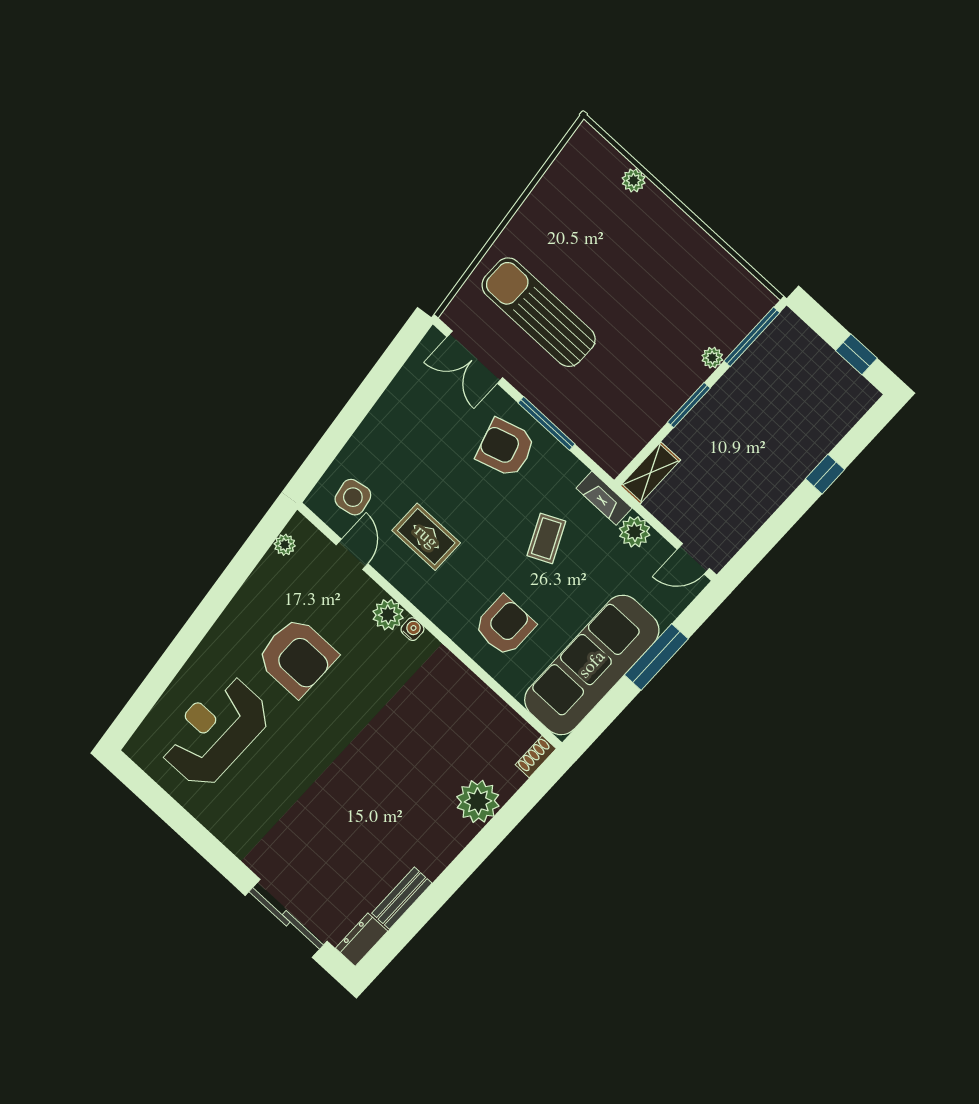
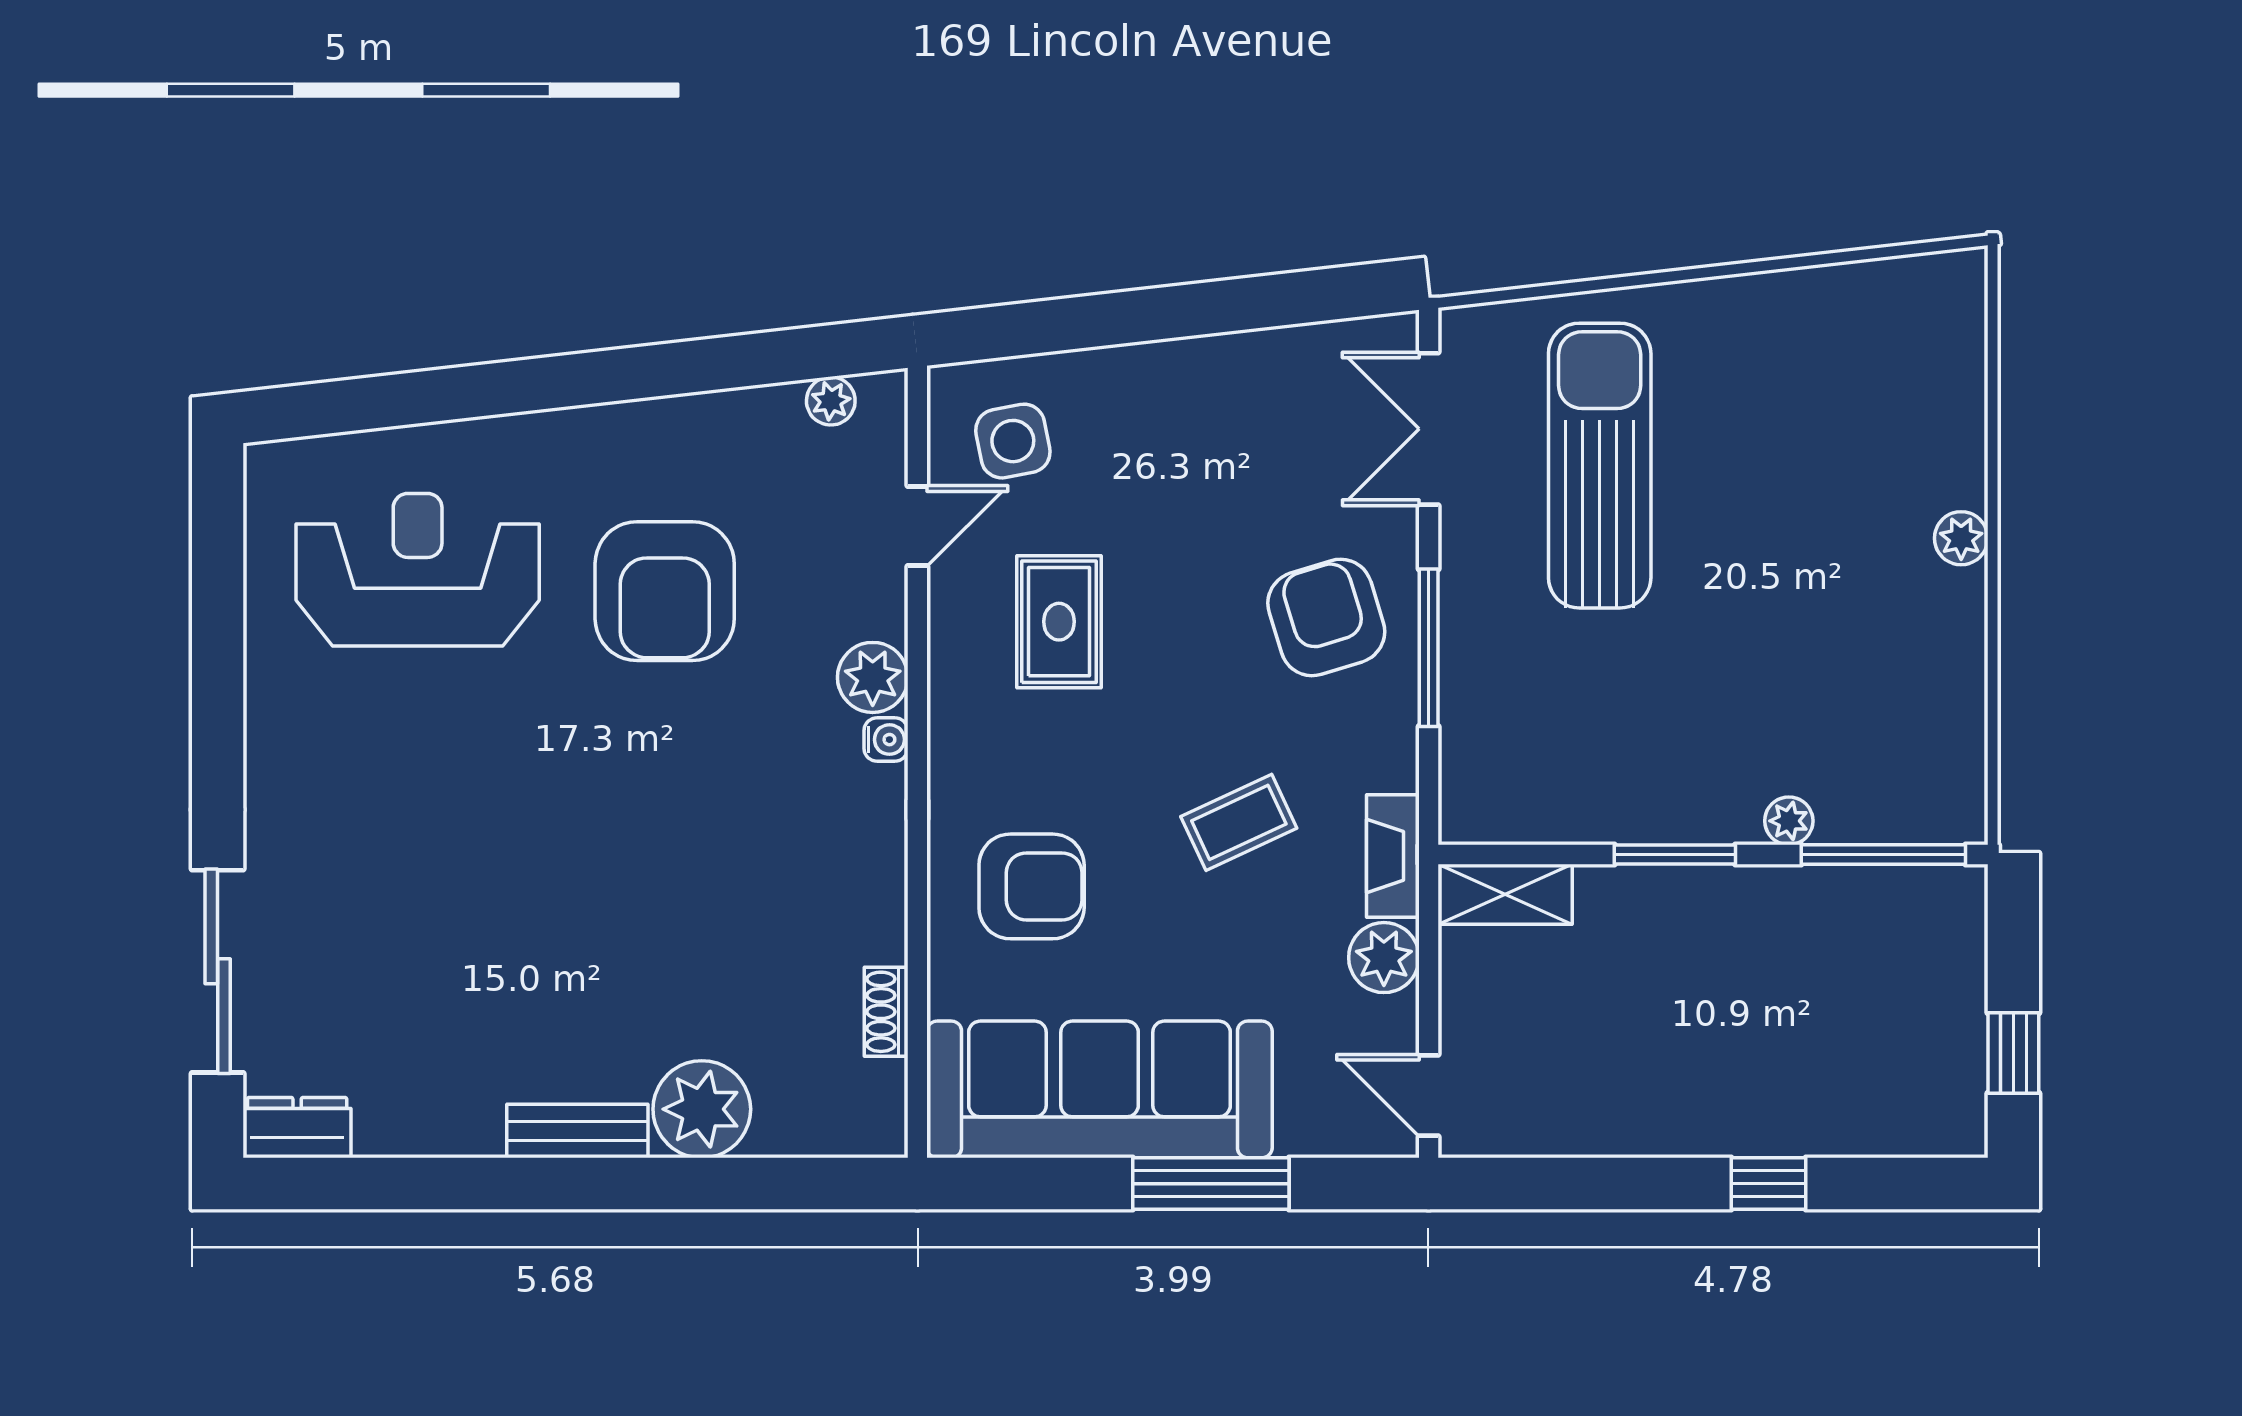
plant: (634, 180) -> (1961, 538), moved
shoe rack: (536, 757) -> (886, 1012), moved, turned -90
bench: (402, 898) -> (577, 1131), moved

